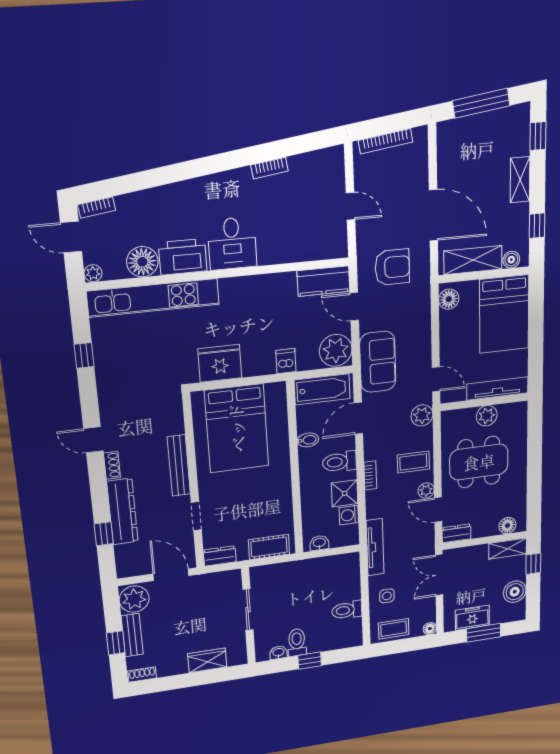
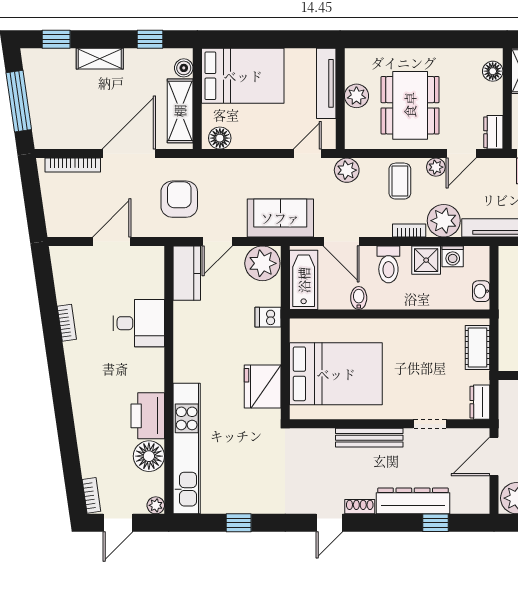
bookcase: (386, 141) -> (73, 165), moved, turned 98
door: (351, 206) -> (112, 241), width x1.38
desk: (232, 243) -> (139, 323), moved
plant: (380, 503) -> (444, 221), added

